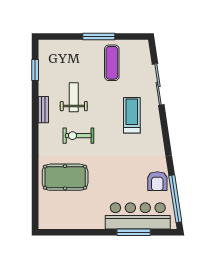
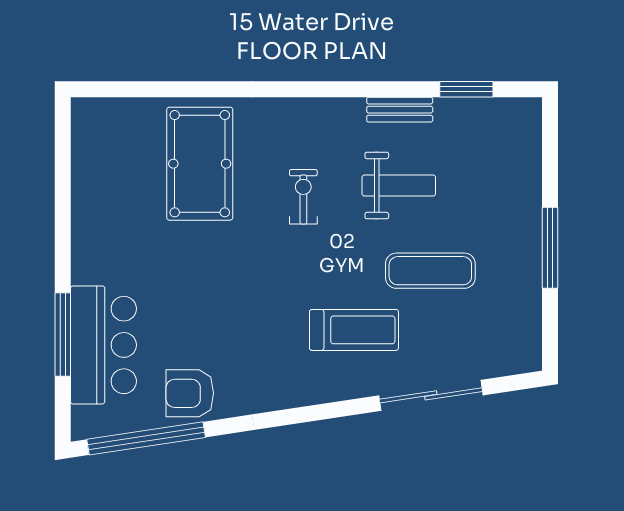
exercise mat: (112, 63) -> (430, 271), moved
bench: (43, 110) -> (400, 110), moved
exercise bike: (78, 136) -> (303, 197), width x0.73, depth x0.72
bar counter: (138, 216) -> (103, 345), width x0.73

